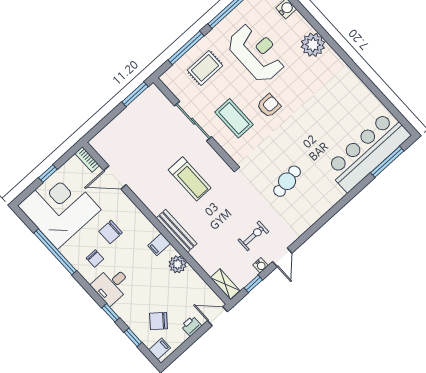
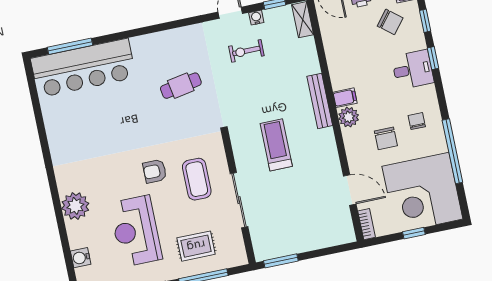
chair: (111, 232) -> (386, 138), turned 90
plant: (178, 264) -> (349, 117), moved
desk: (112, 285) -> (413, 70), moved

